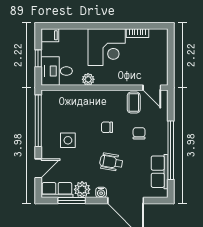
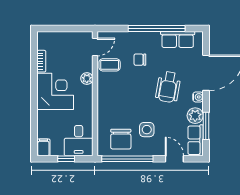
plant: (88, 79) -> (87, 79), moved
chair: (107, 127) -> (121, 139), moved, width x1.87, depth x1.87
wheelchair: (111, 162) -> (168, 87), width x1.36, depth x1.37

